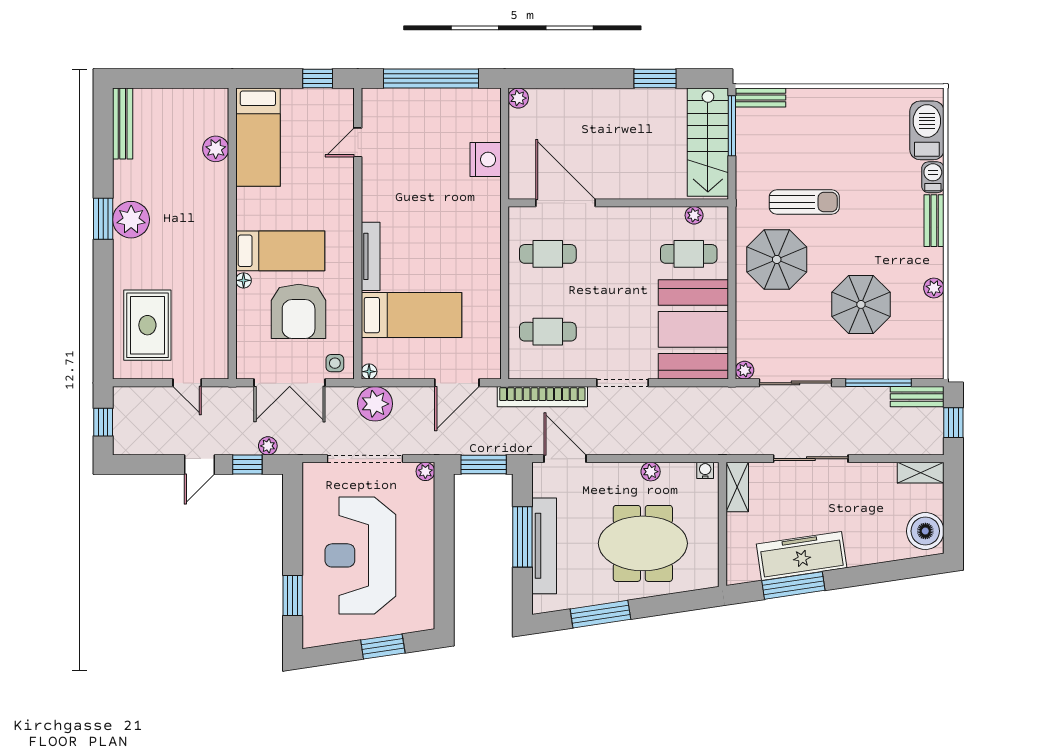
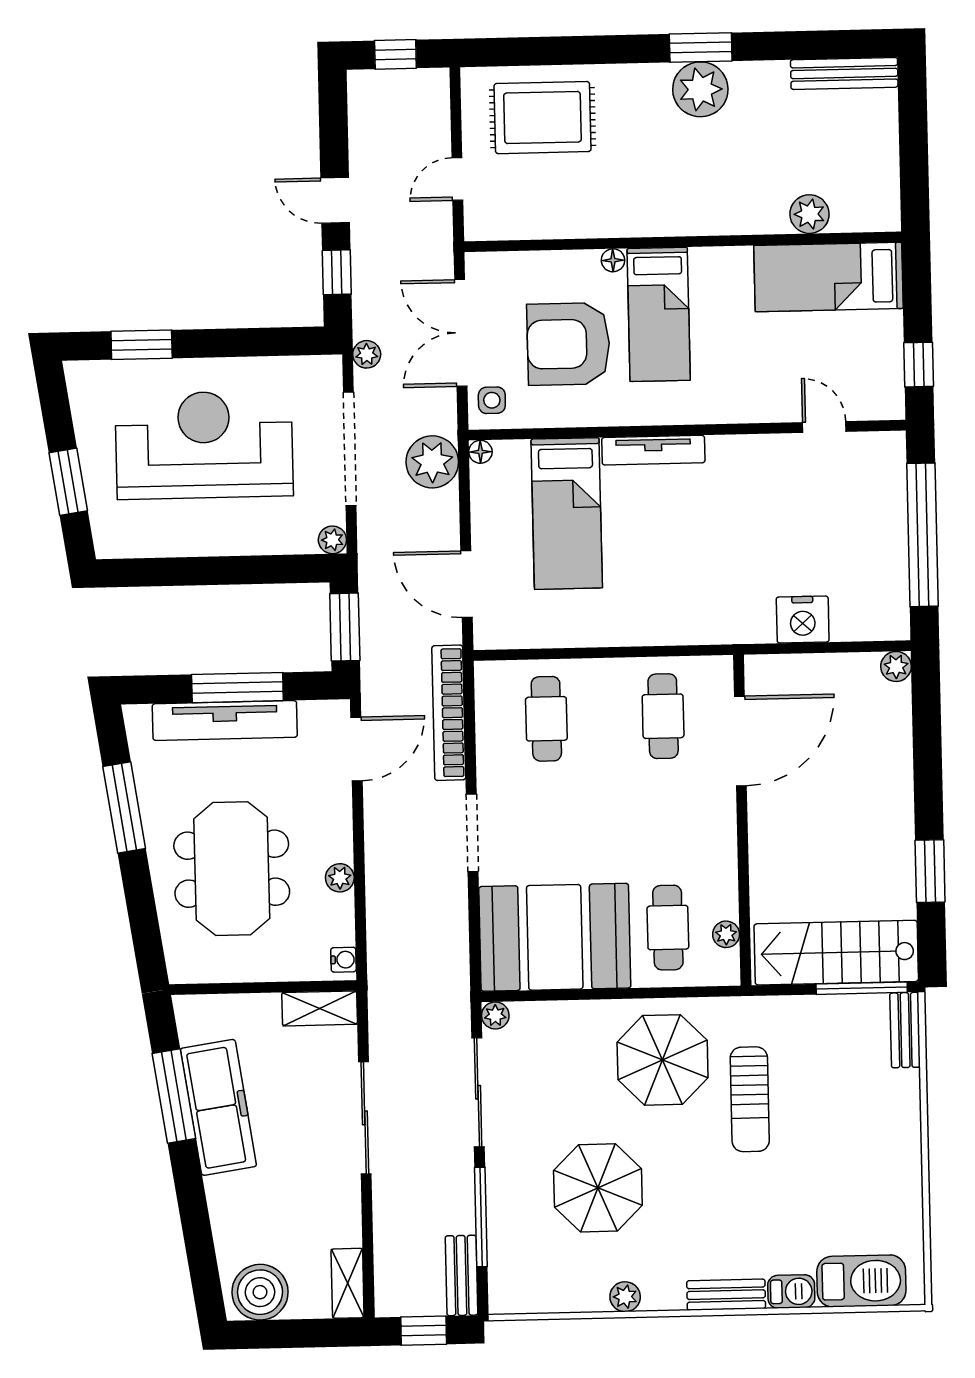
plant: (268, 446) -> (367, 354), moved

